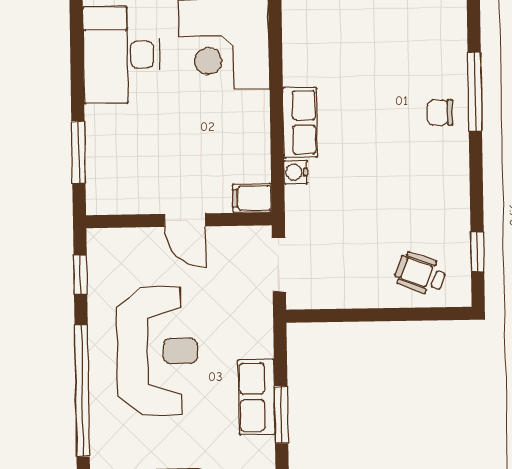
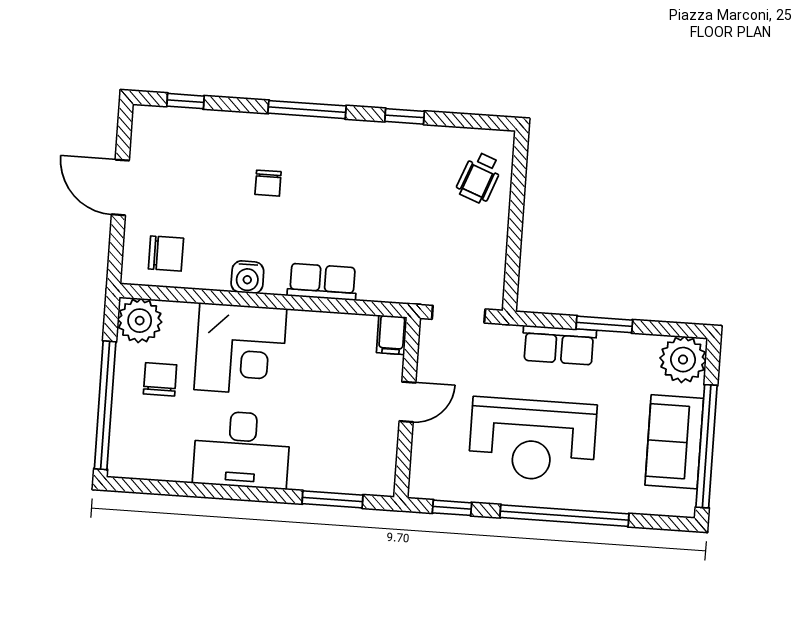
chair: (440, 112) -> (268, 183), moved
water cooler: (296, 172) -> (247, 277), moved, width x1.38, depth x1.38
window: (477, 252) -> (405, 116), moved
reception desk: (157, 351) -> (533, 440), turned 180
row of seats: (256, 397) -> (559, 345), moved

